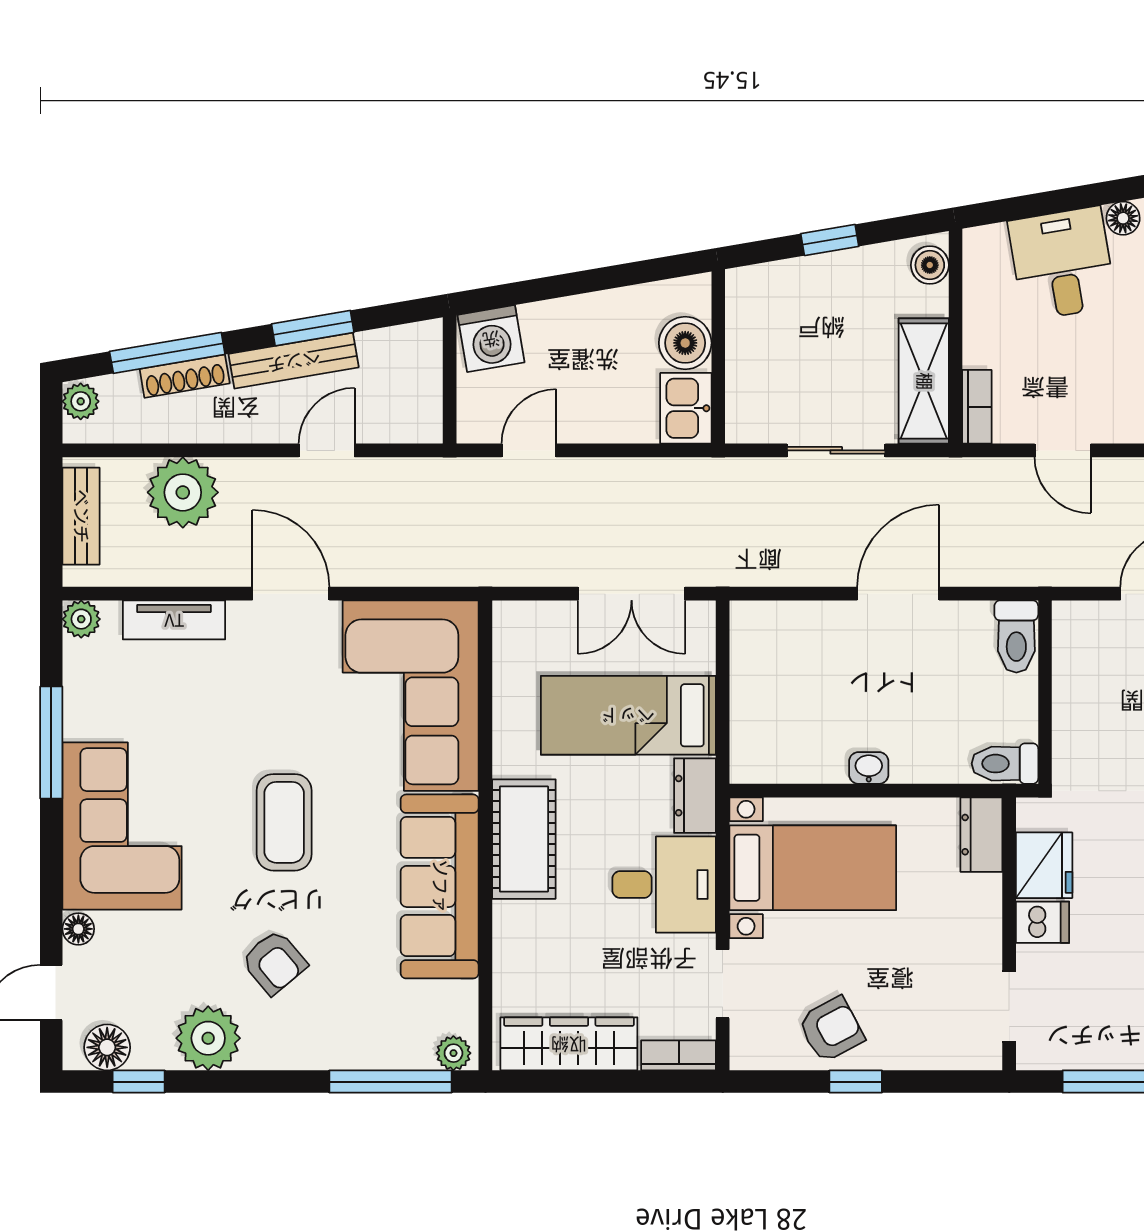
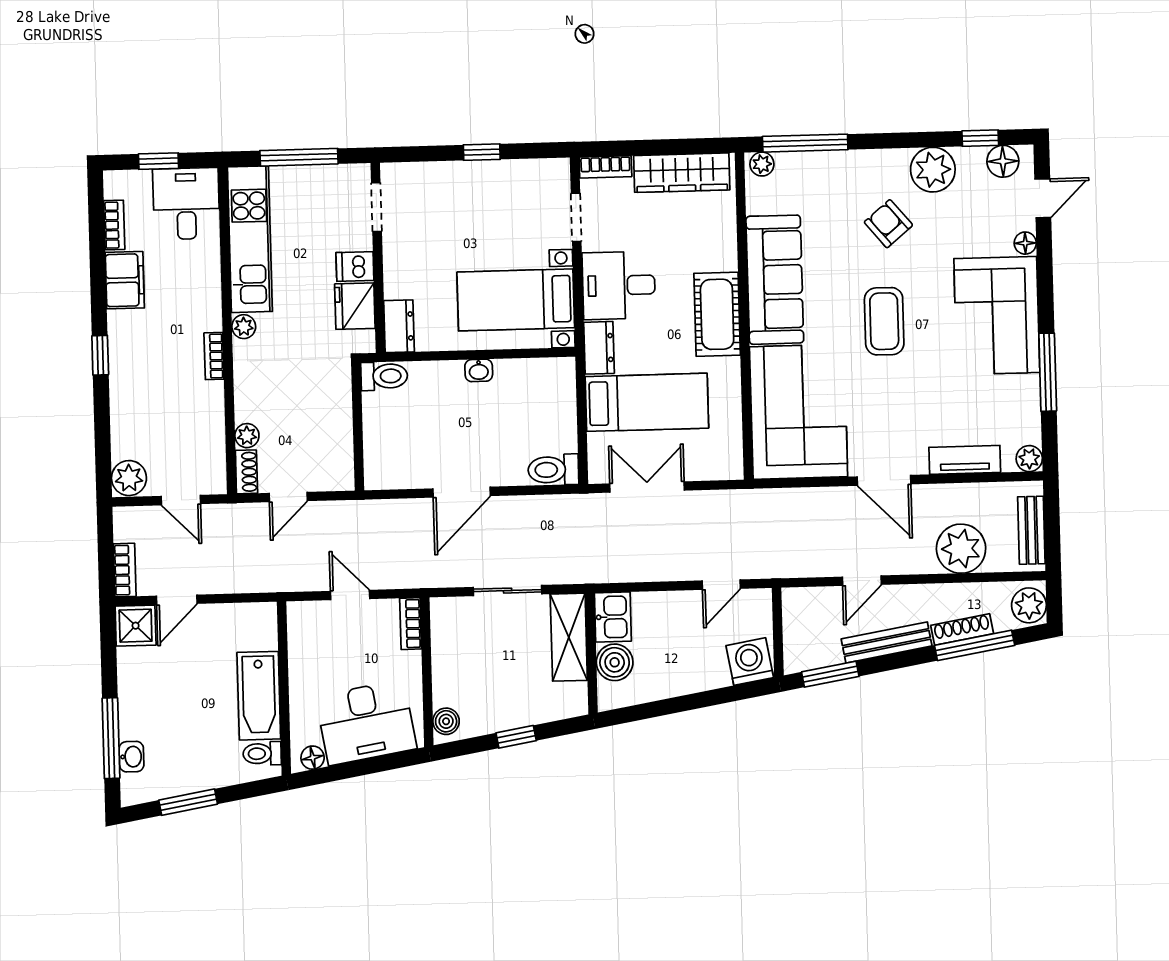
desk: (1062, 264) -> (366, 722), width x1.37
window: (313, 328) -> (830, 674), moved
shelving: (924, 381) -> (569, 637), moved
plant: (81, 401) -> (1029, 605), width x1.38, depth x1.38
toilet: (1016, 636) -> (553, 470), moved, turned -90
armchair: (831, 1029) -> (500, 188), removed

